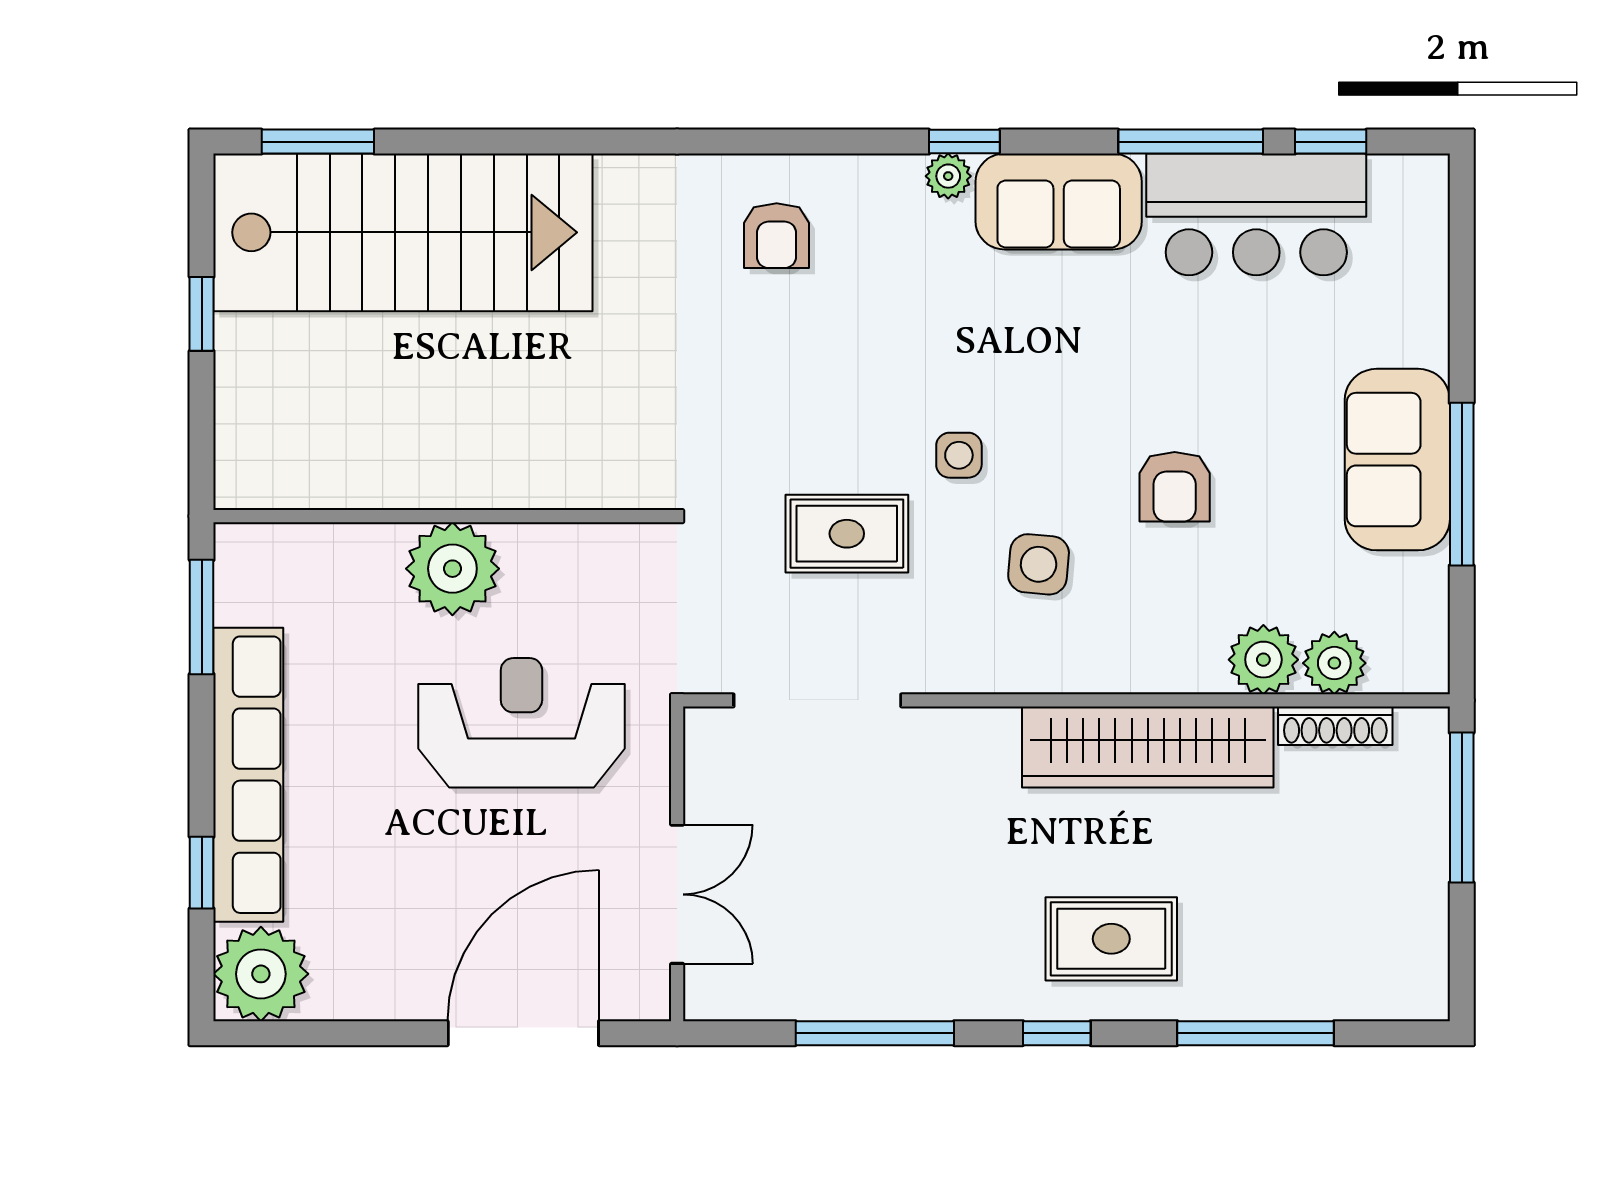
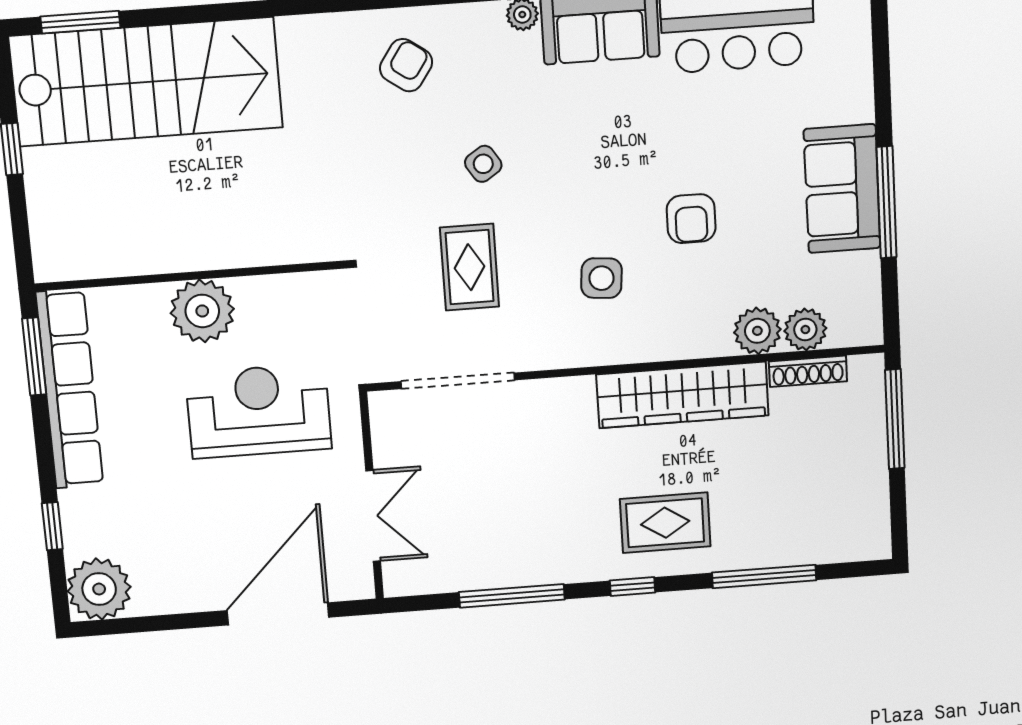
armchair: (777, 236) -> (406, 65), turned -145
side table: (959, 455) -> (483, 164), moved, turned -33
rug: (847, 534) -> (470, 267), turned 90
row of seats: (248, 775) -> (70, 389), moved

